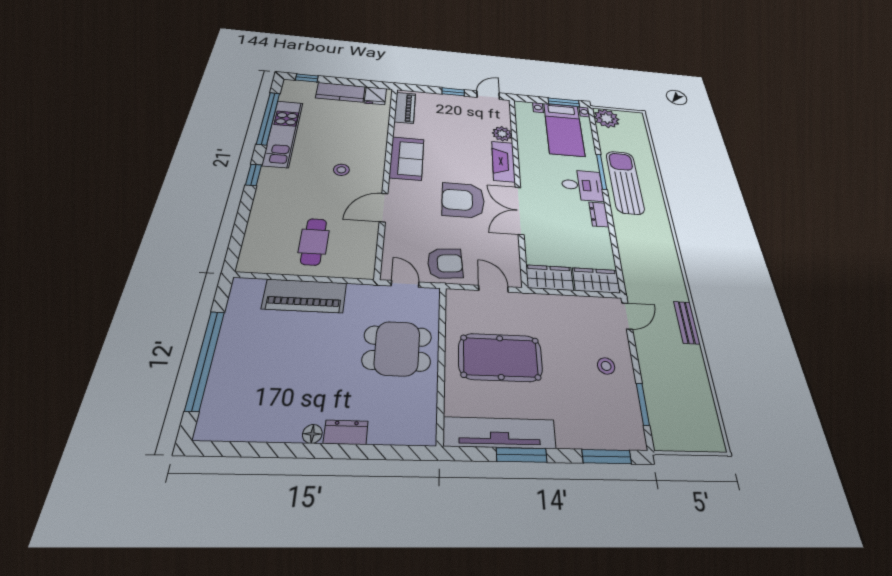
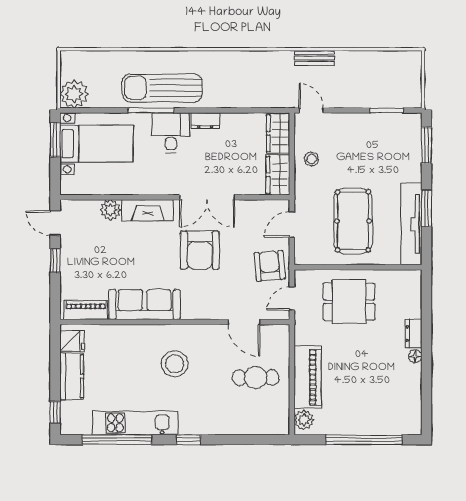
sofa: (407, 158) -> (145, 305), width x1.36
stool: (341, 170) -> (175, 364), width x1.89, depth x1.89
door: (384, 208) -> (244, 322), moved
plant: (250, 289) -> (304, 420), added
dining table: (397, 348) -> (349, 302), turned 90
stool: (606, 366) -> (312, 159), moved

